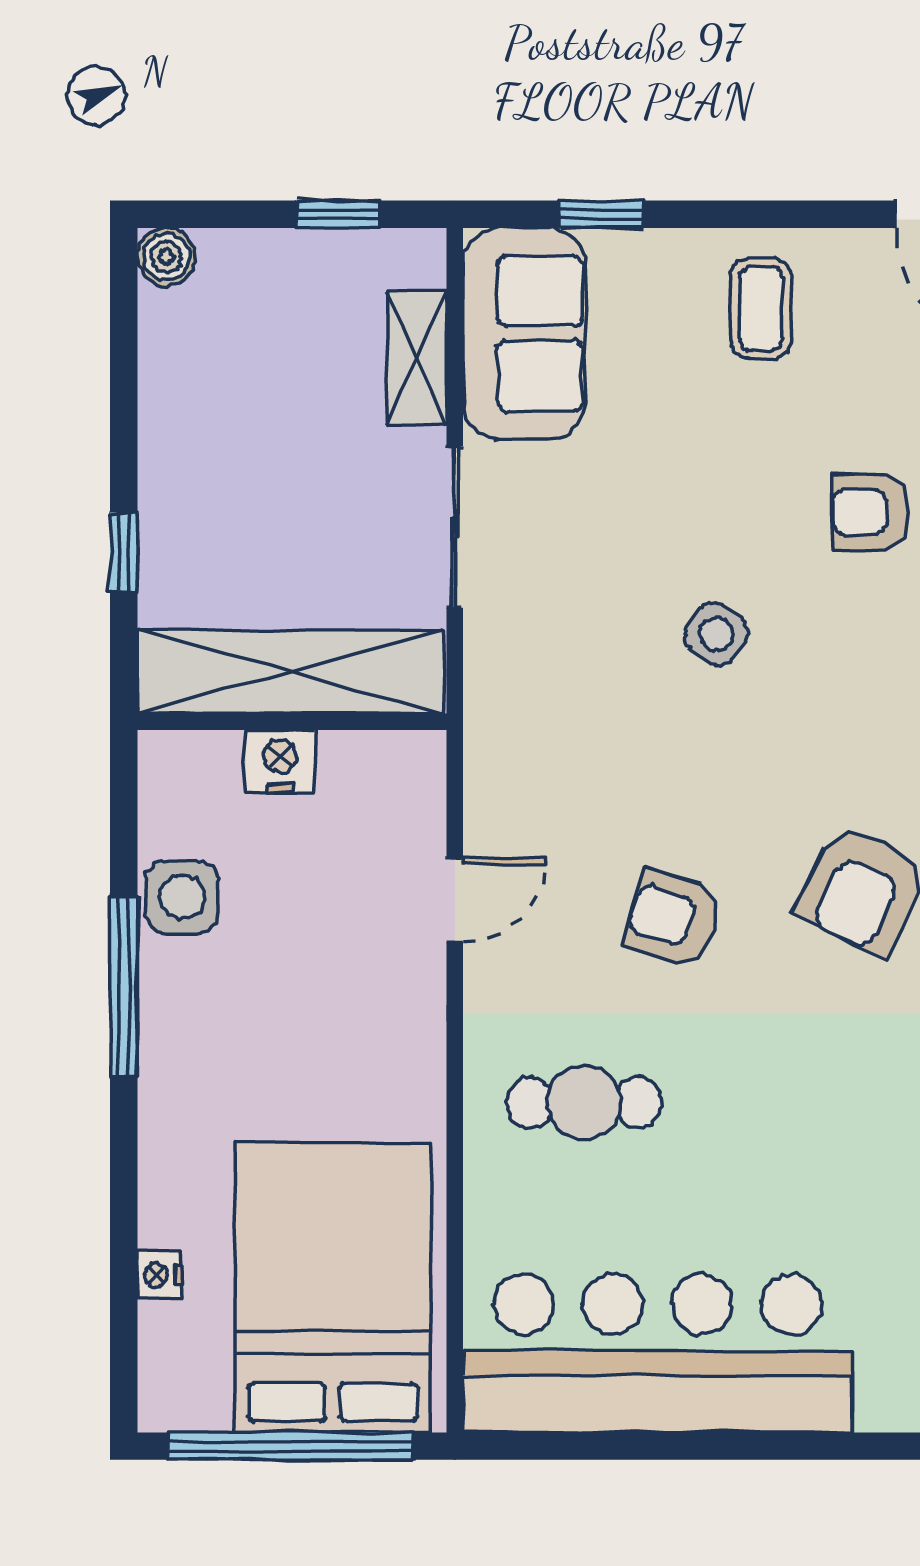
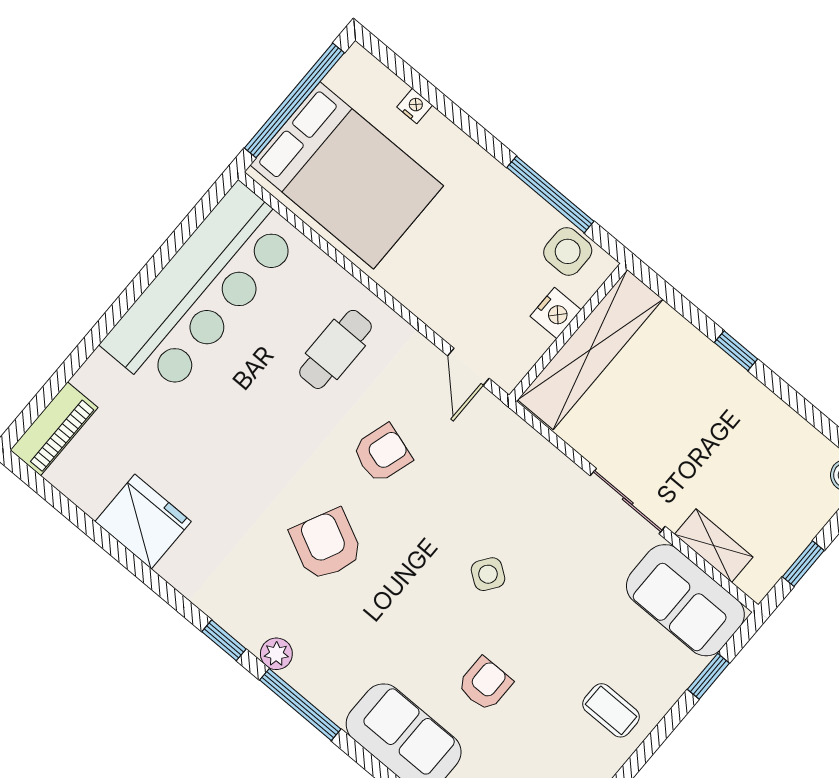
shelving: (290, 672) -> (590, 350), moved
wall: (292, 722) -> (568, 332), moved
nightstand: (280, 761) -> (556, 313), moved

